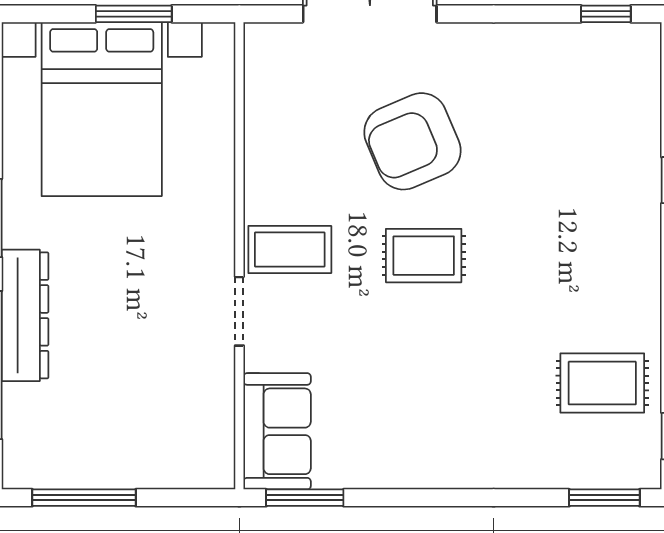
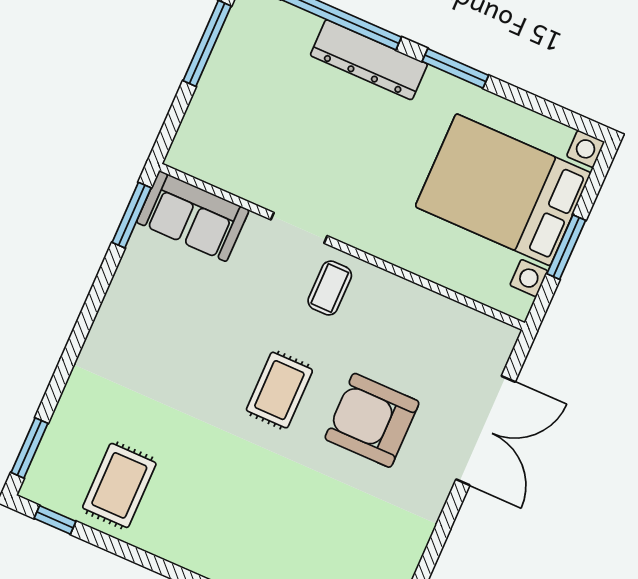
armchair: (412, 141) -> (372, 420), turned -67
coffee table: (290, 250) -> (330, 288), width x0.73, depth x0.77

